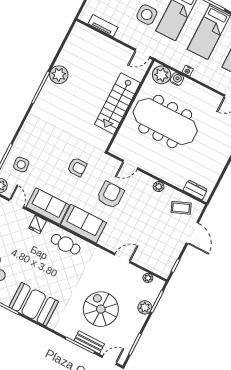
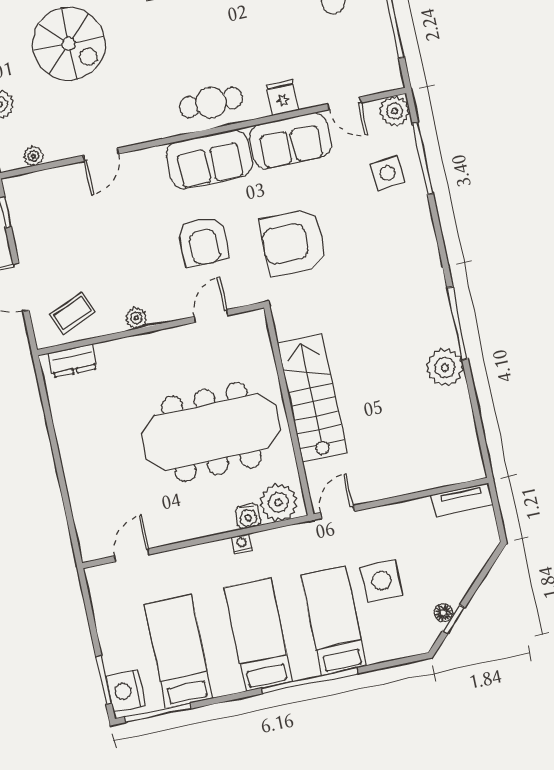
tv unit: (103, 26) -> (462, 500), moved
armchair: (77, 167) -> (294, 242), width x1.88, depth x1.88

